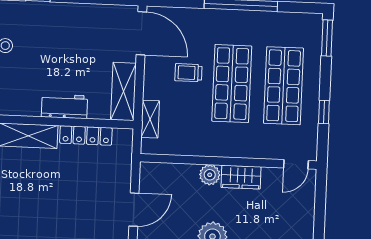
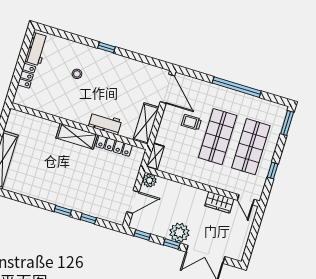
shelving: (150, 119) -> (155, 156), moved
door: (296, 164) -> (246, 200), hinge flipped
plant: (210, 175) -> (149, 180), moved
wardrobe: (241, 177) -> (219, 202), moved

